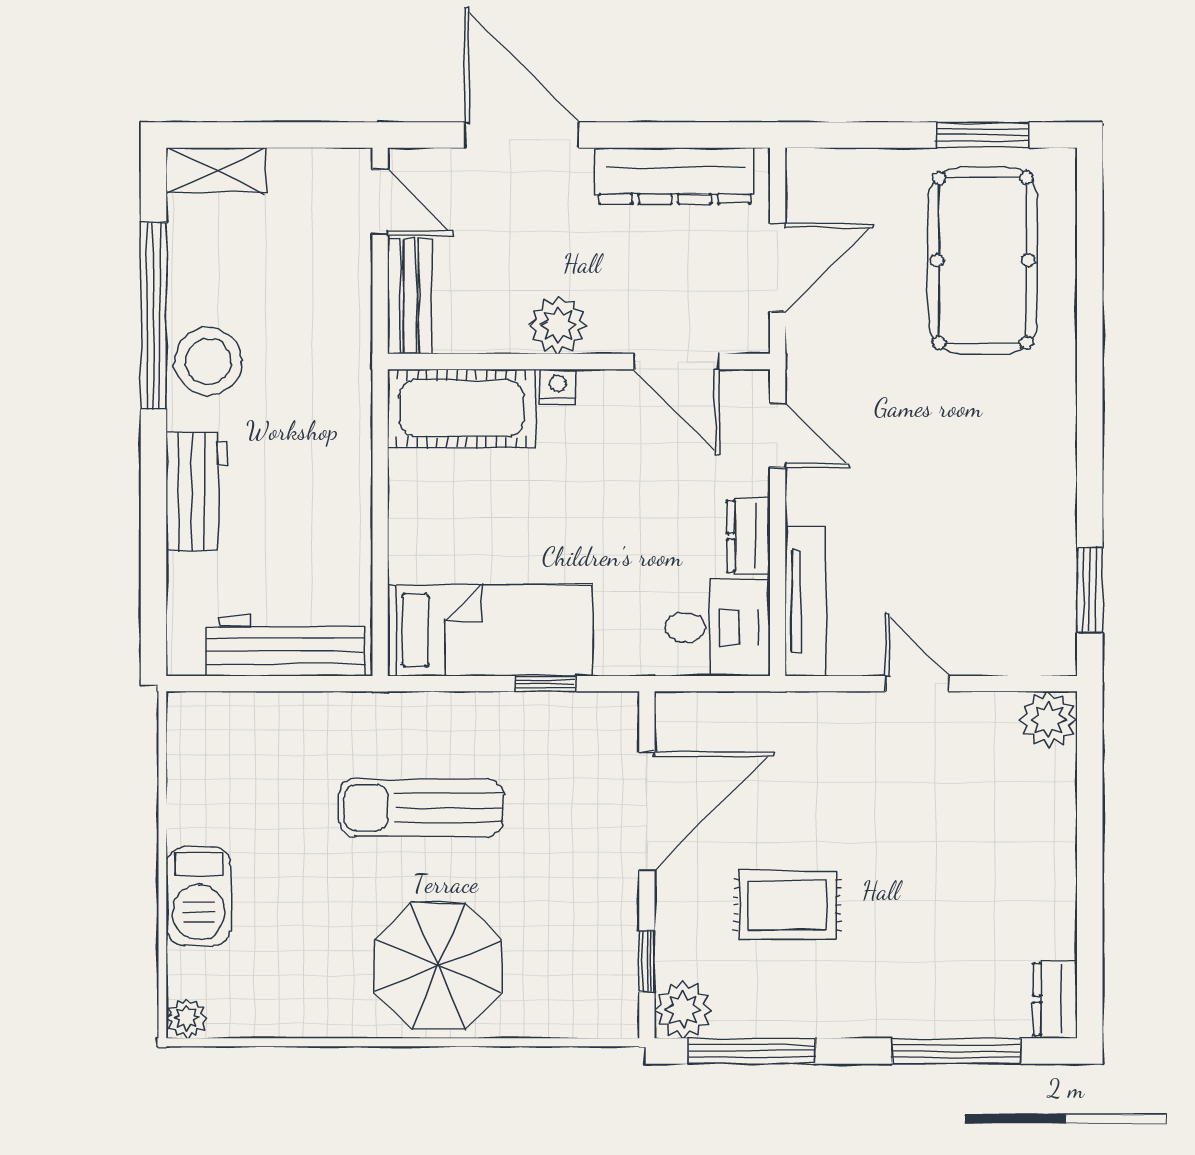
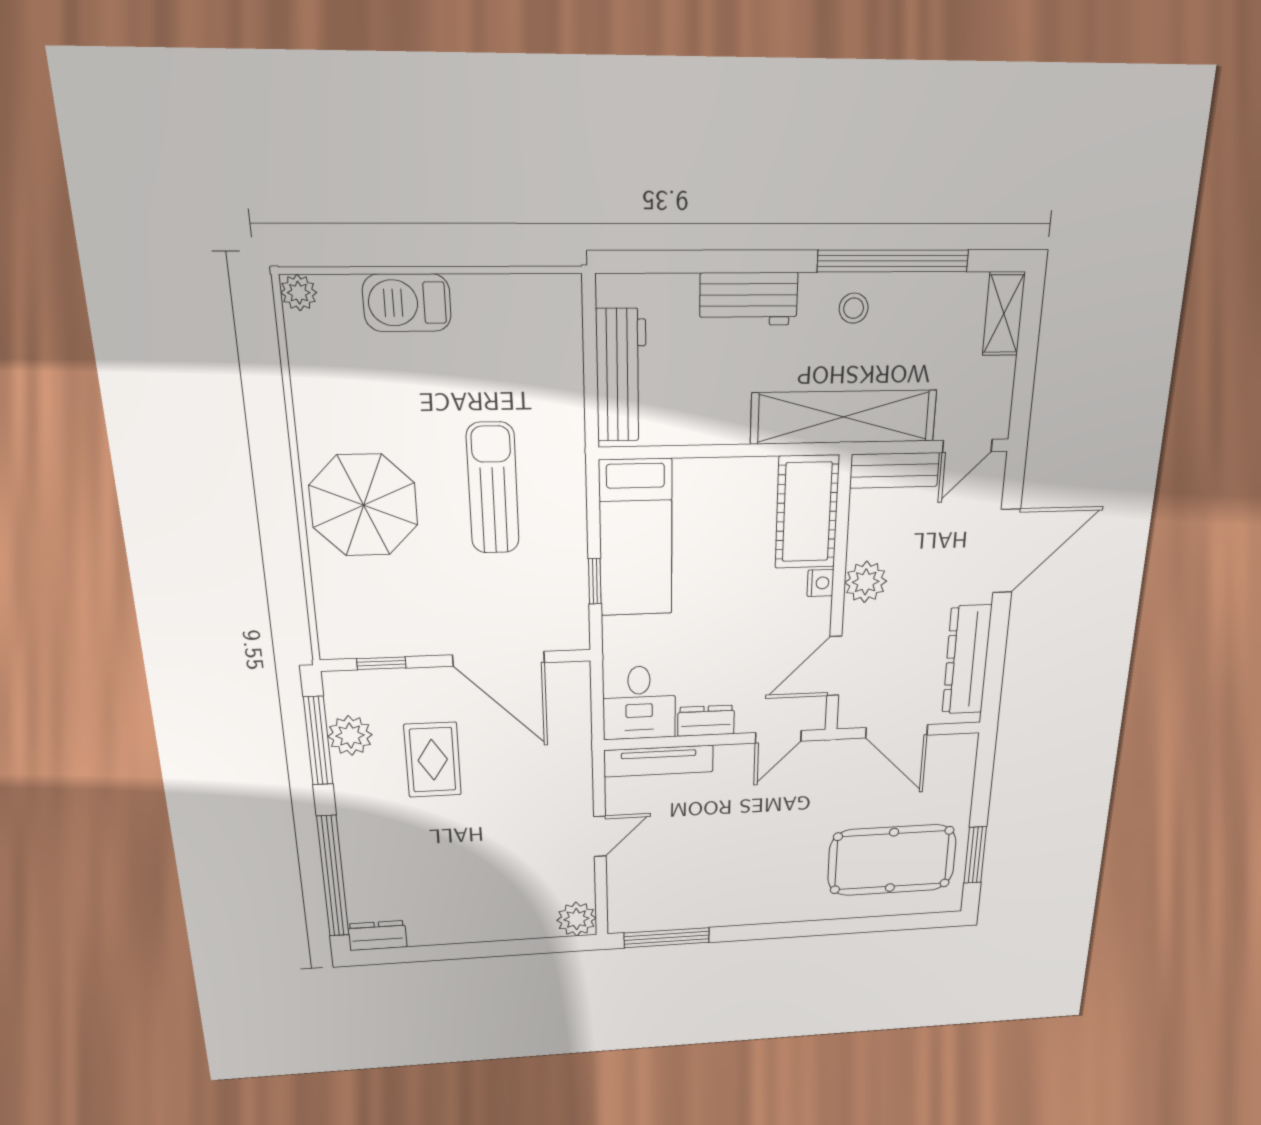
stool: (208, 361) -> (854, 308), width x0.53, depth x0.53
shelving: (340, 367) -> (844, 417), added
window: (1090, 590) -> (667, 938), width x1.44
plant: (683, 1010) -> (350, 736), moved
window: (956, 1051) -> (333, 876), width x1.46

